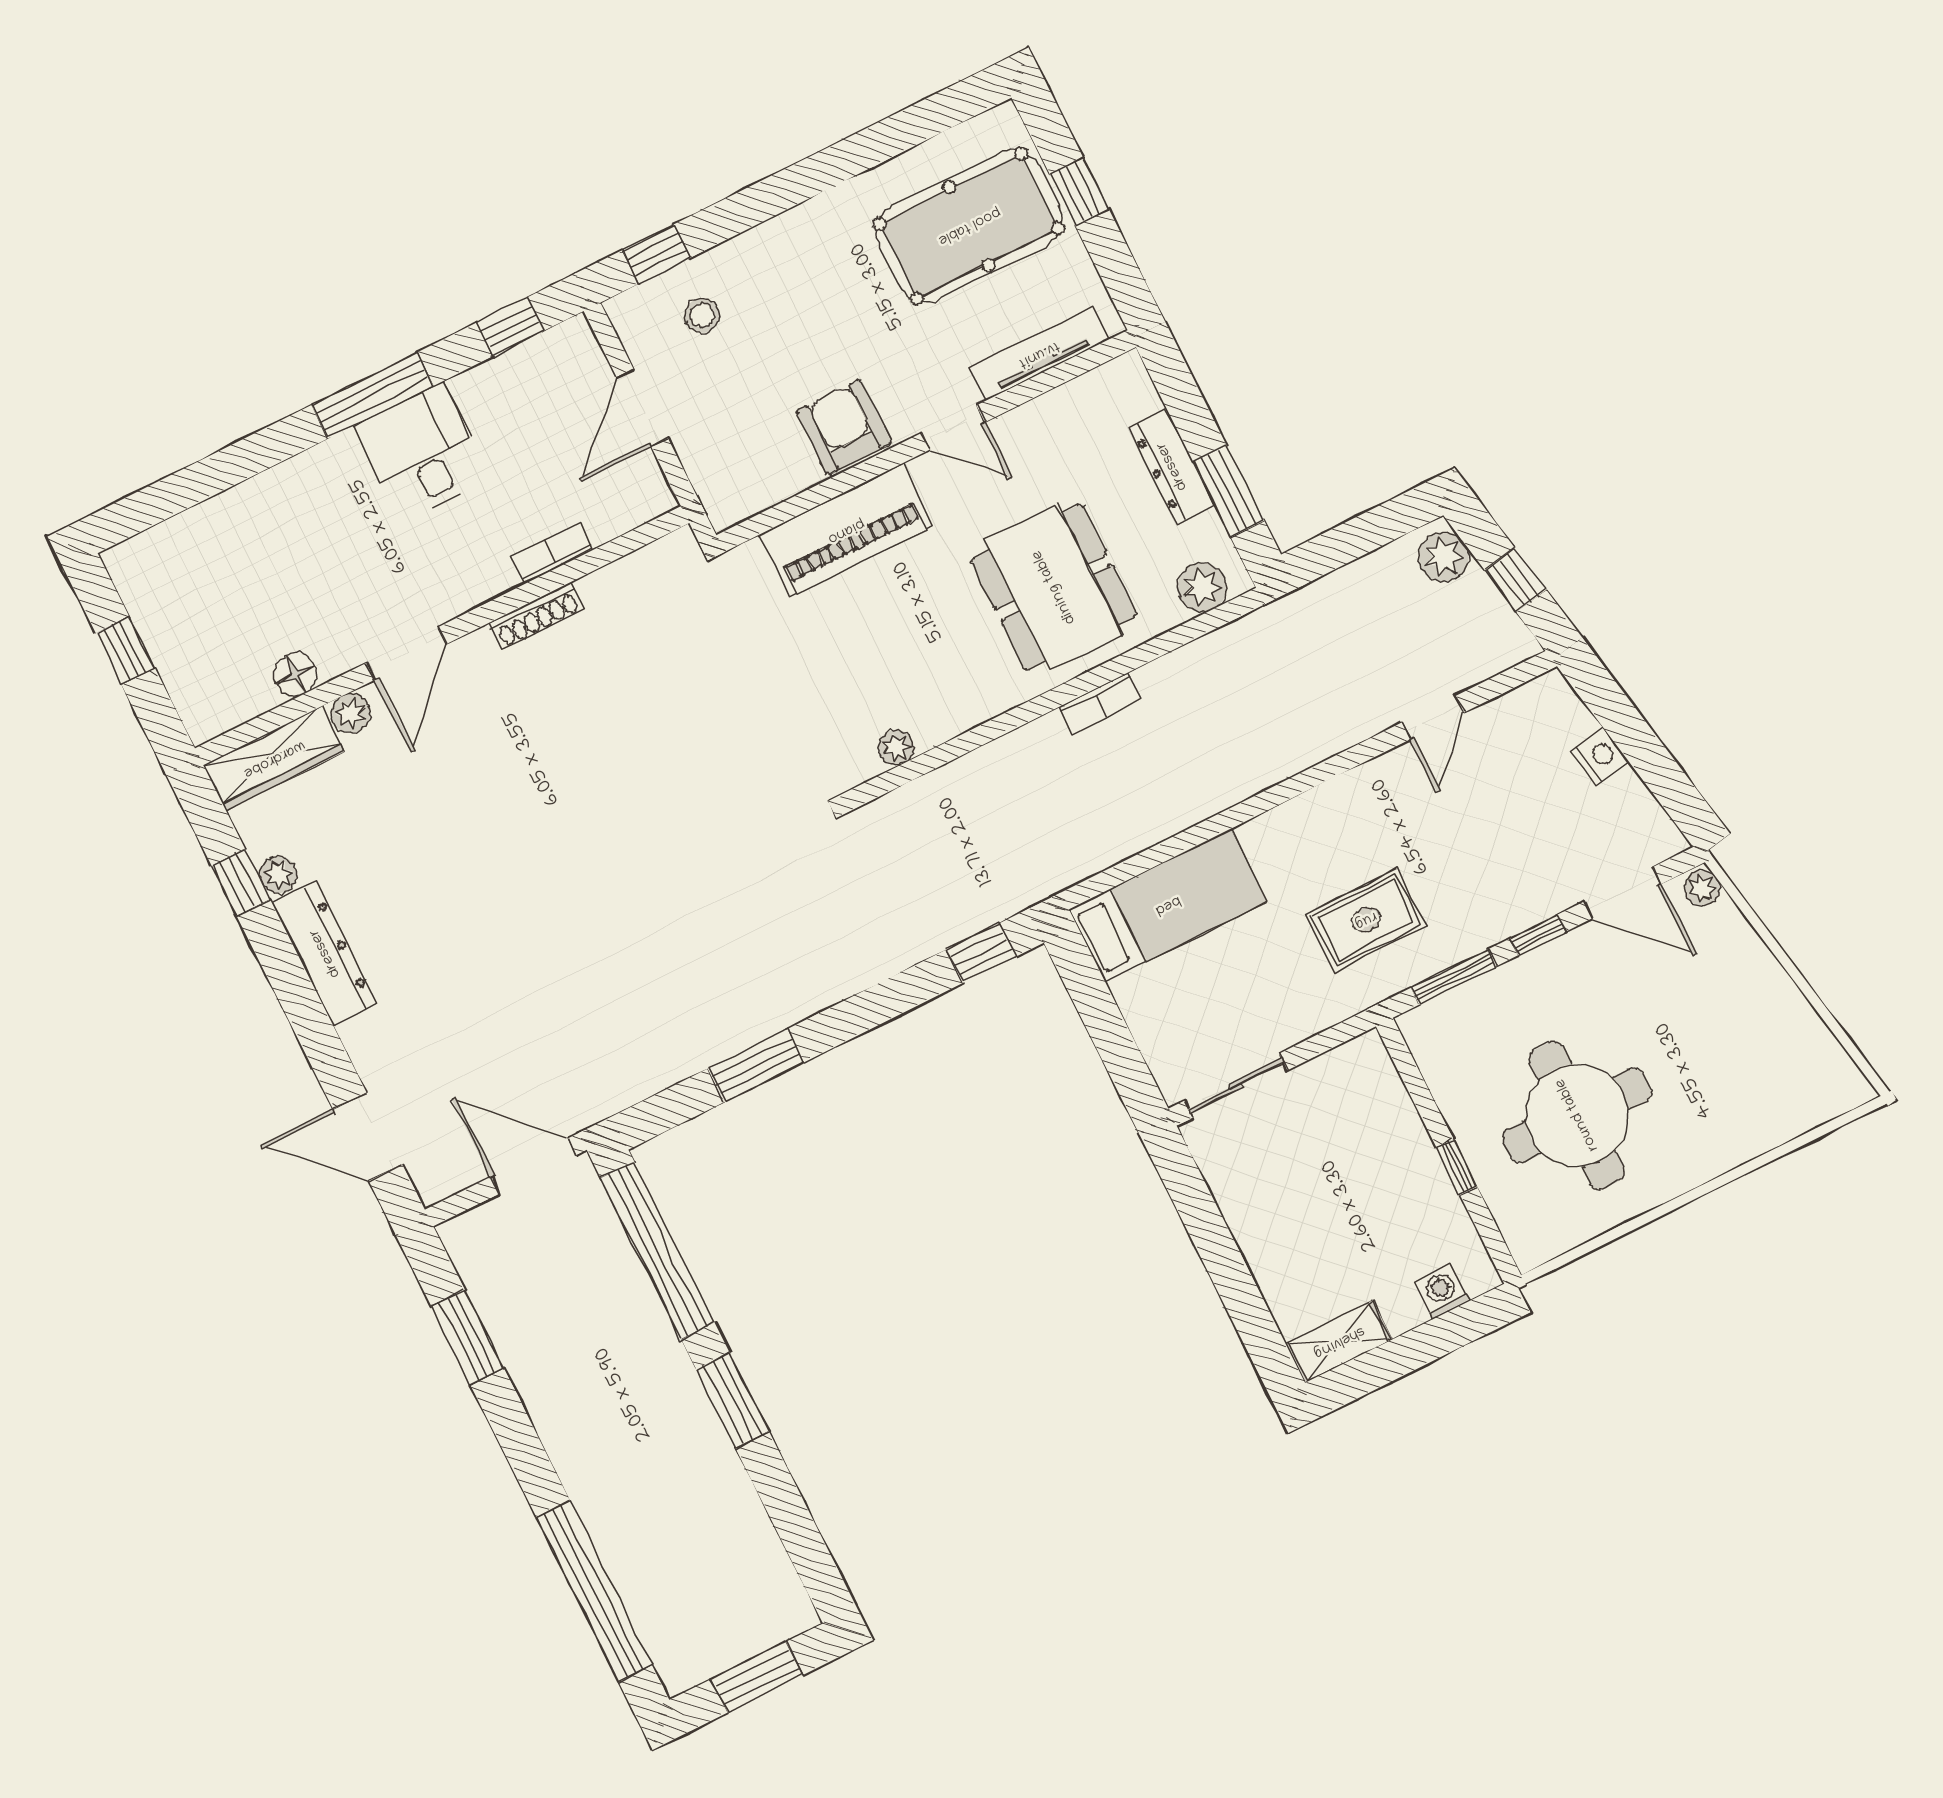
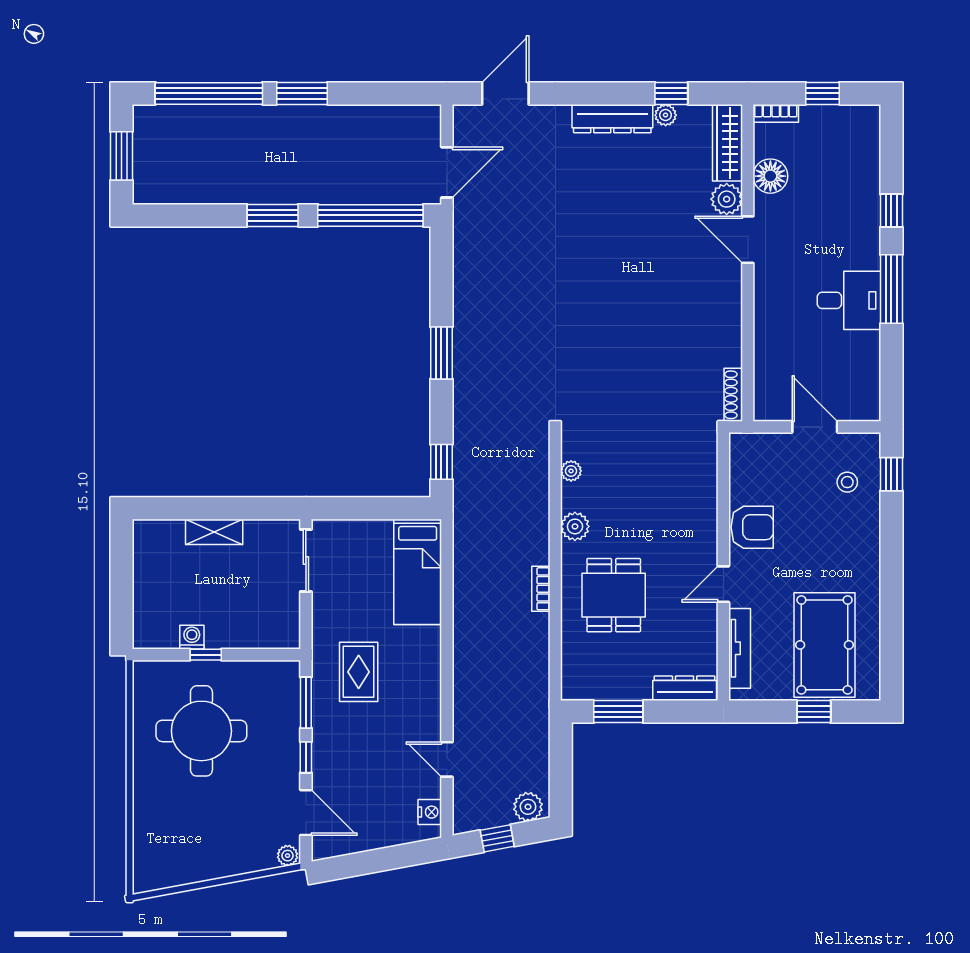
window: (510, 327) -> (891, 211), moved
dresser: (1172, 466) -> (685, 688), moved
piano: (846, 531) -> (697, 501), removed
bookcase: (552, 553) -> (776, 113), moved, turned 90
dining table: (1054, 587) -> (614, 595), width x0.73
plant: (1202, 587) -> (575, 526), moved
shoe rack: (537, 616) -> (733, 395), moved
floor lamp: (295, 675) -> (770, 176), width x1.38, depth x1.38
plant: (351, 713) -> (727, 199), width x1.38, depth x1.38
nightstand: (1600, 756) -> (430, 812), moved, turned -80
door: (1622, 893) -> (306, 813), swing flipped
window: (756, 1065) -> (441, 353), moved
washing machine: (1442, 1292) -> (192, 637), moved, turned -90
window: (468, 1337) -> (302, 93), moved
shelving: (1339, 1342) -> (214, 532), moved, turned 90

